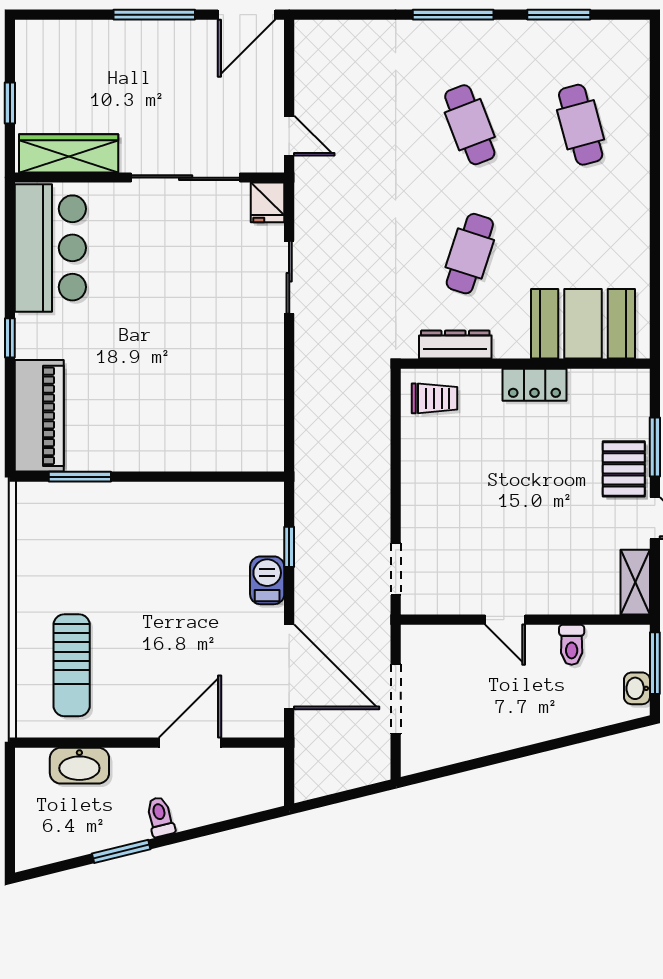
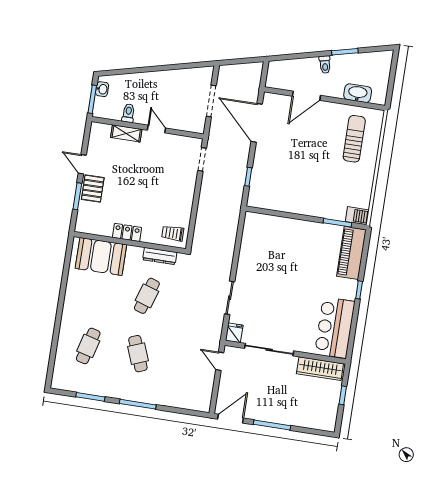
cafe table: (581, 125) -> (88, 346), turned 30
barbecue: (267, 580) -> (357, 216), moved, turned -90
shelving: (635, 582) -> (126, 133), moved, turned 90

